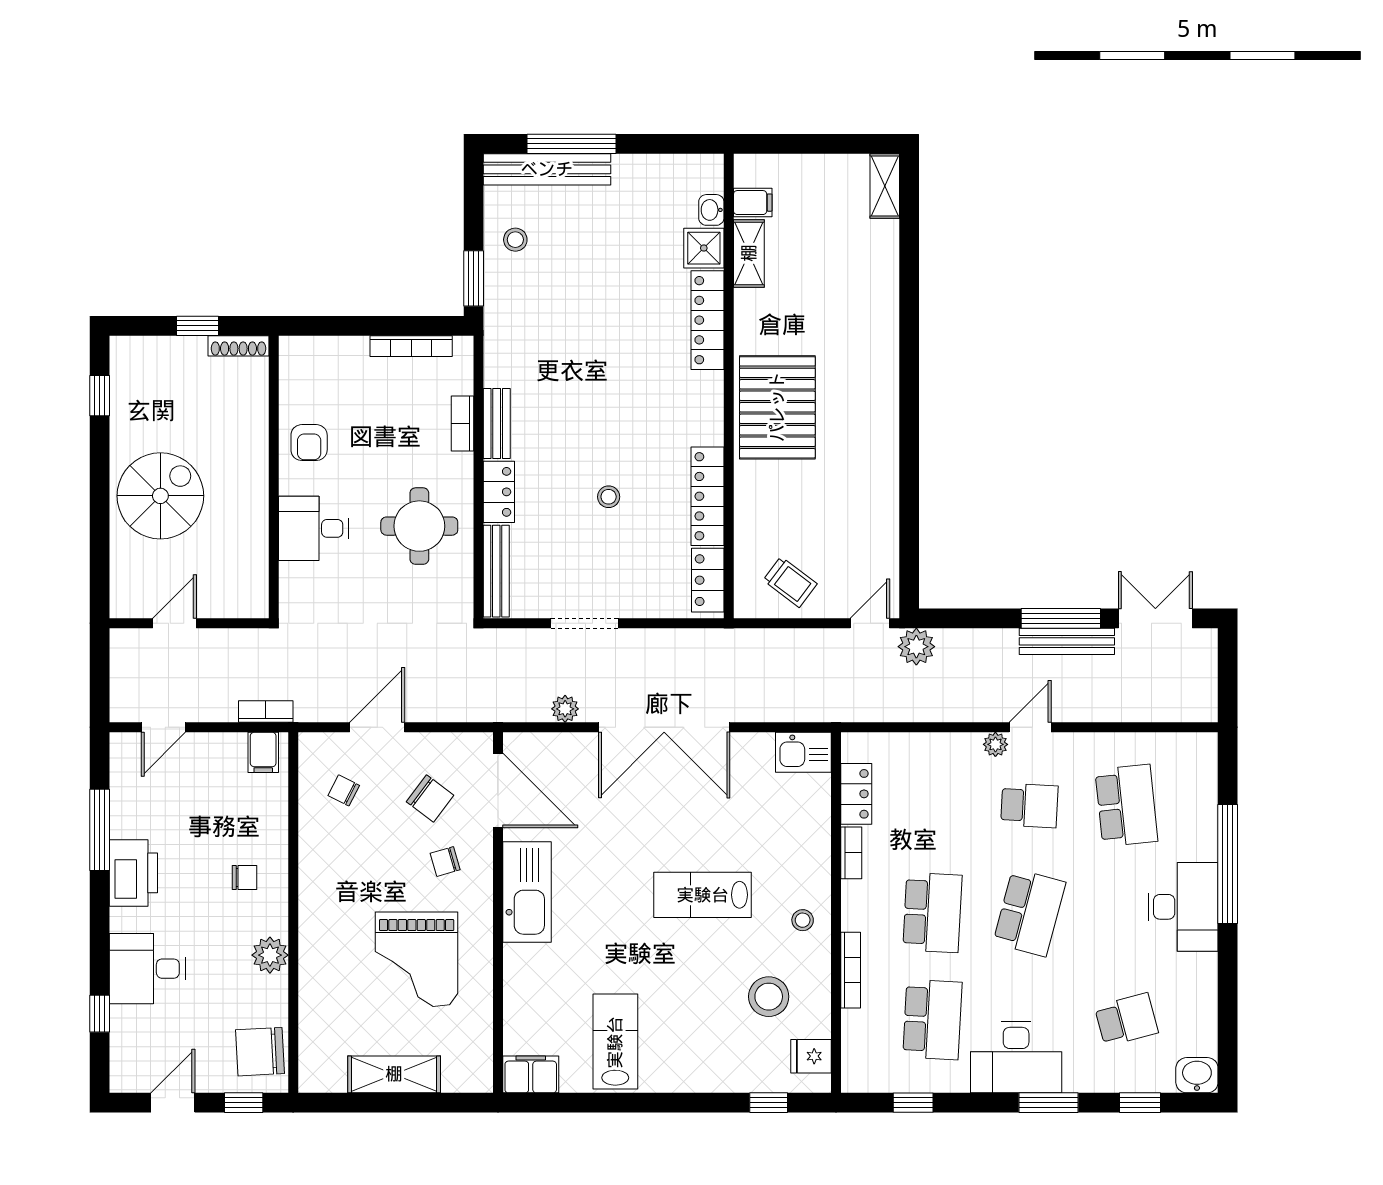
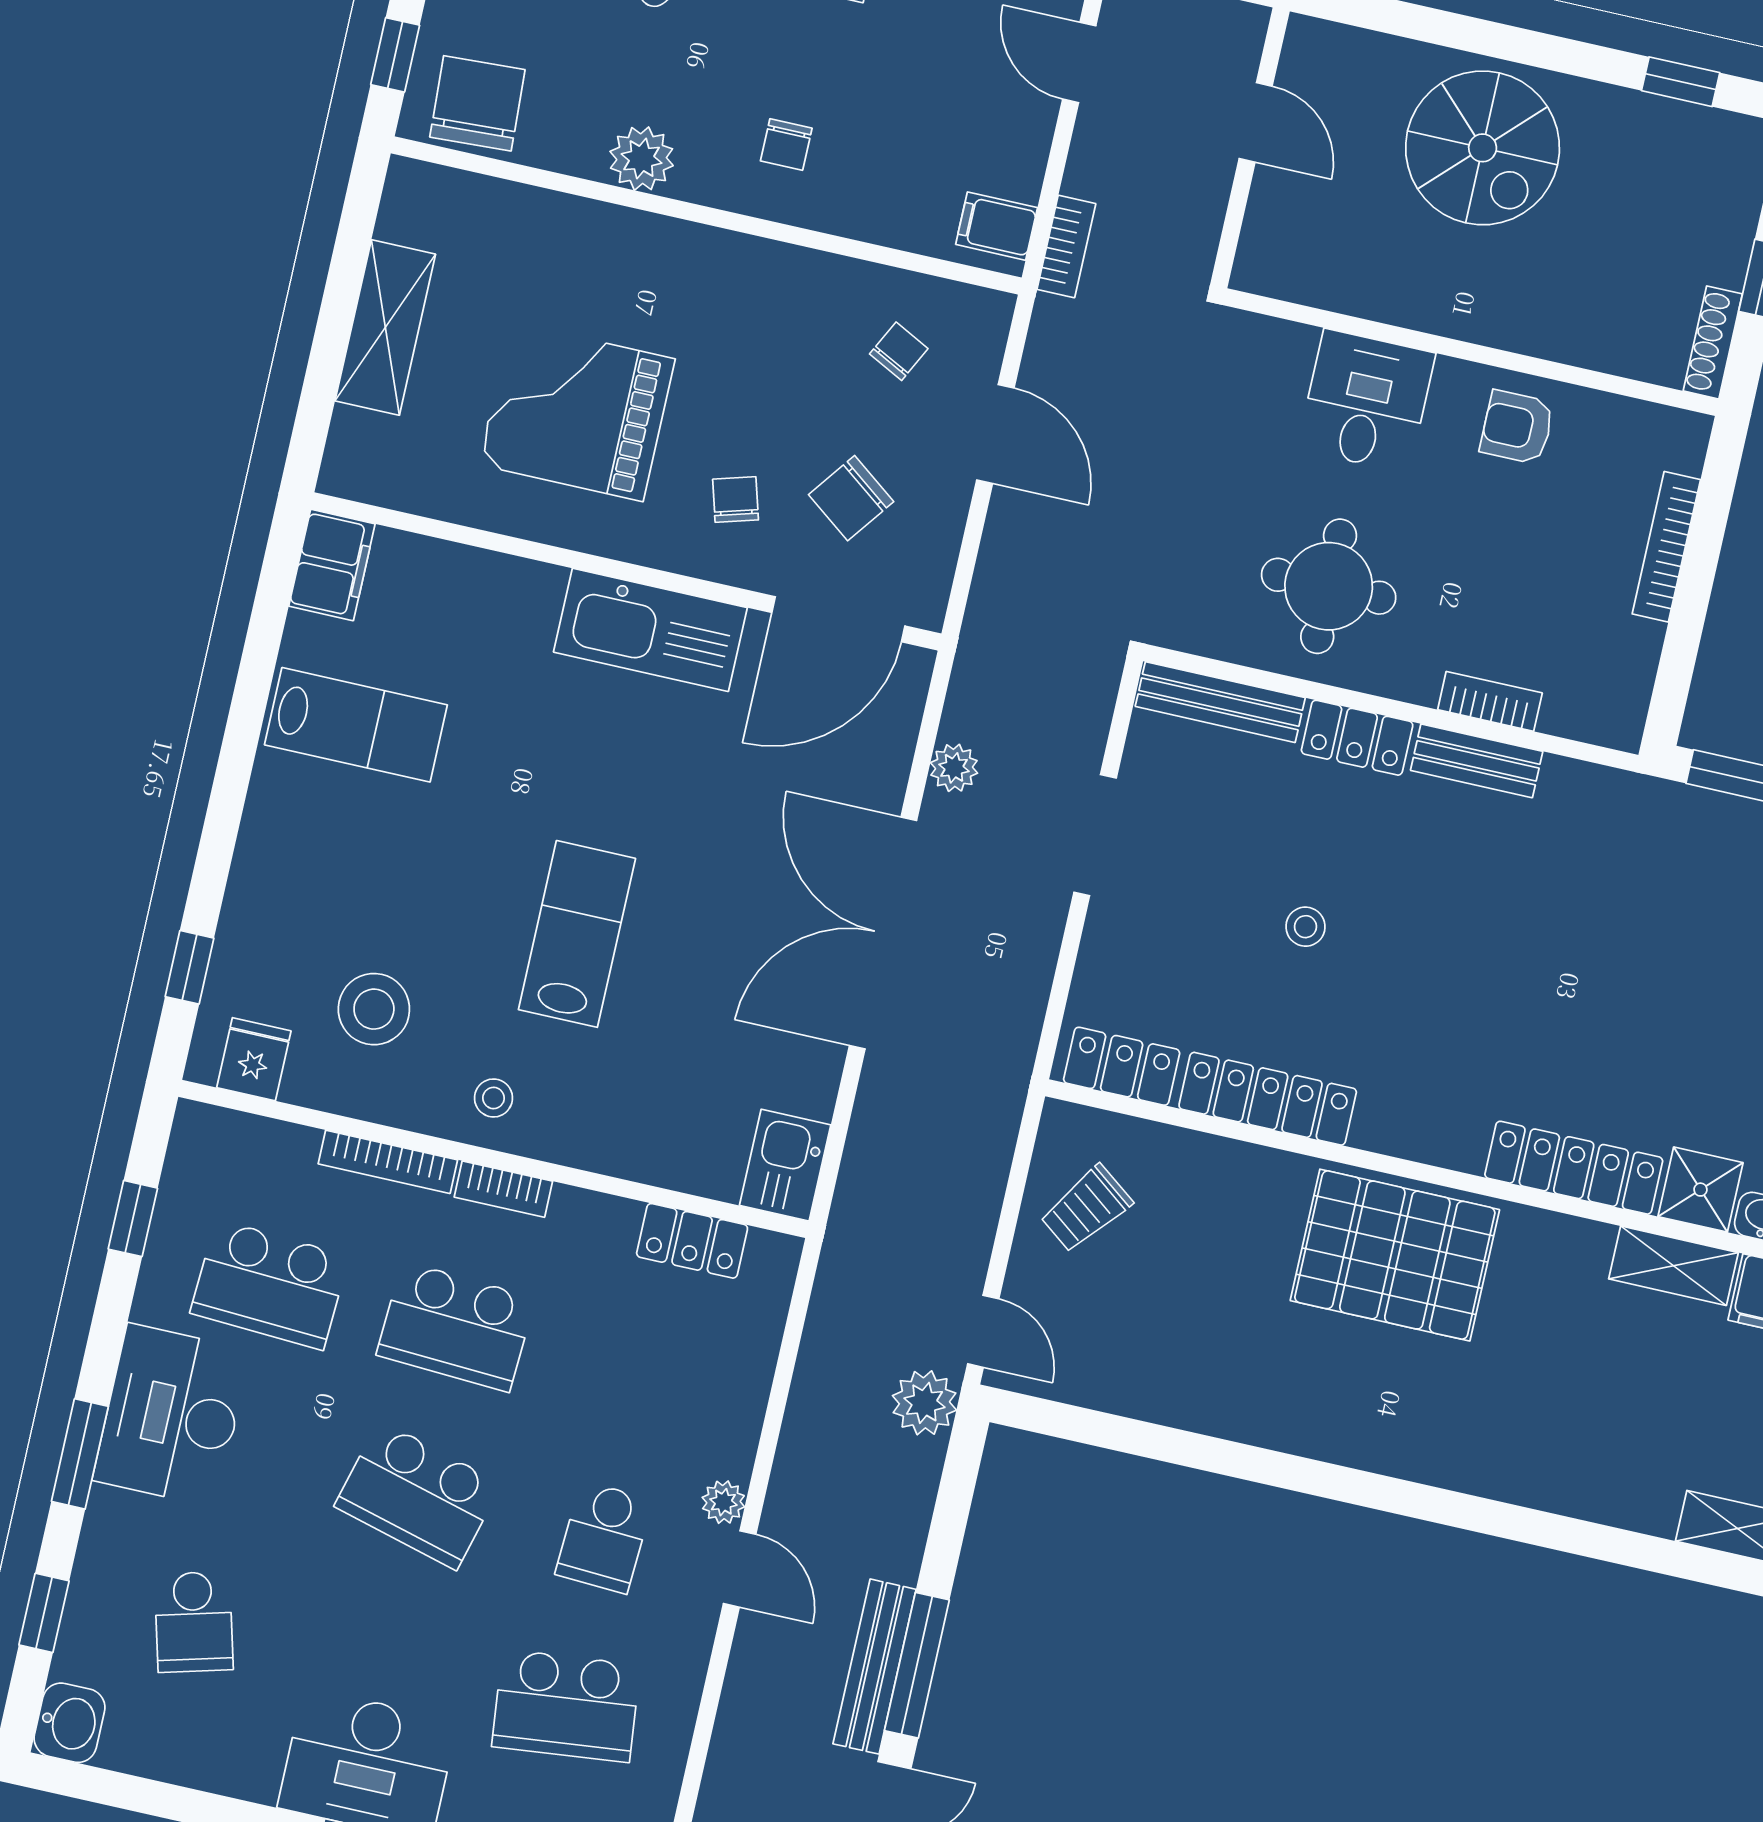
bookcase: (411, 346) -> (1666, 547), moved
bookcase: (851, 853) -> (503, 1189), moved

